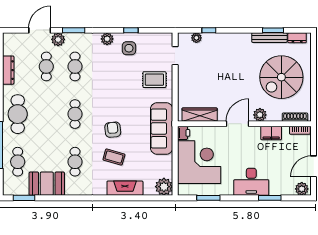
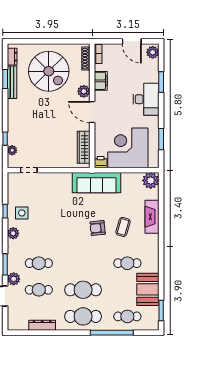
rug: (154, 80) -> (51, 189), removed
cafe table: (75, 114) -> (83, 290), moved, width x1.37, depth x1.35

